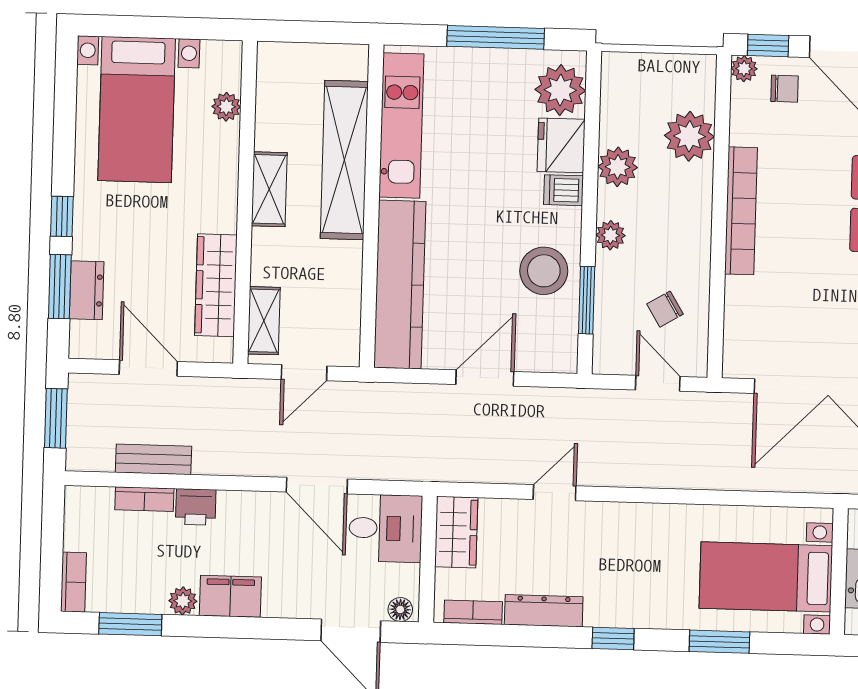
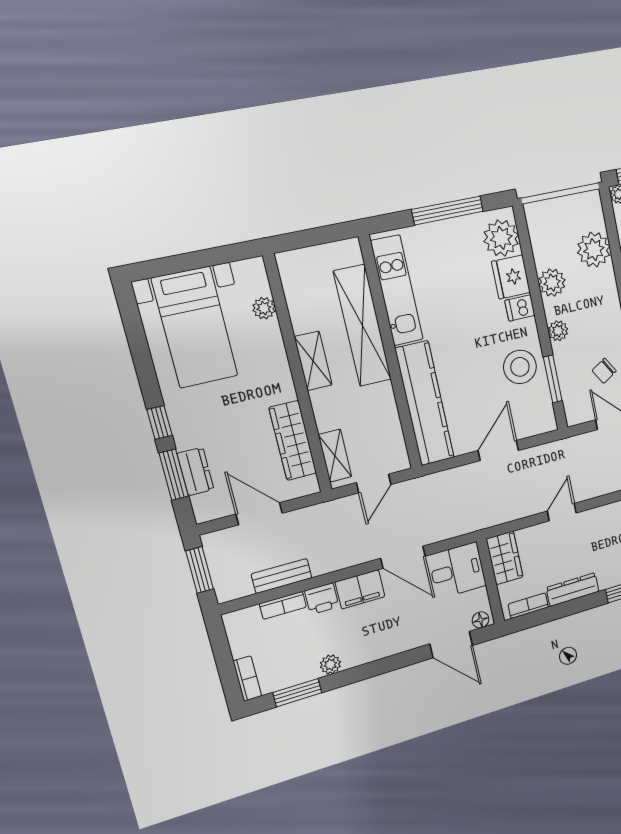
filing cabinet: (230, 596) -> (360, 589), moved, turned 180

